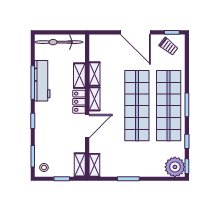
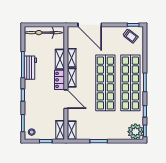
door: (135, 32) -> (90, 25), moved
workbench: (42, 81) -> (30, 68), width x0.73
door: (87, 126) -> (66, 99), hinge flipped

